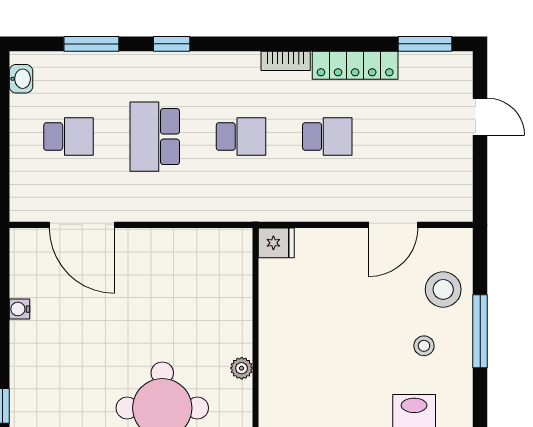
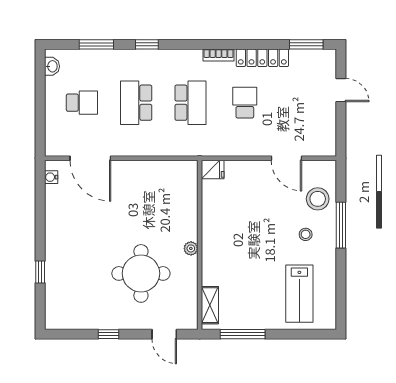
school desk: (241, 137) -> (191, 103), width x1.85
school desk: (327, 137) -> (245, 103), turned -90
door: (393, 225) -> (286, 158), hinge flipped
water cooler: (19, 309) -> (51, 177), moved

